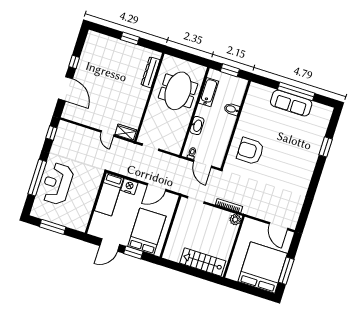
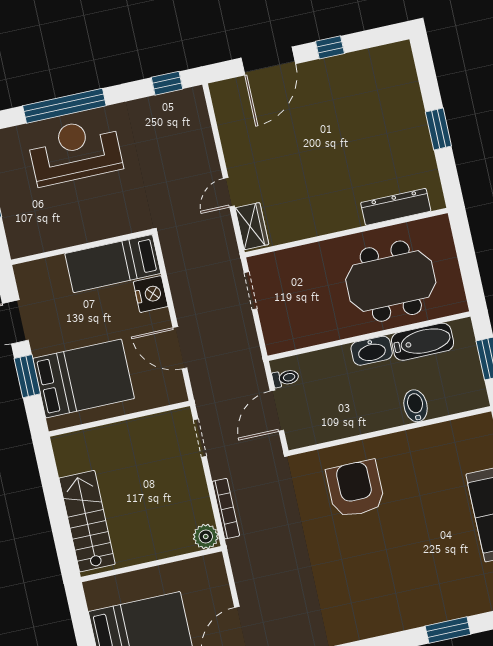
washbasin: (197, 126) -> (372, 351), moved

